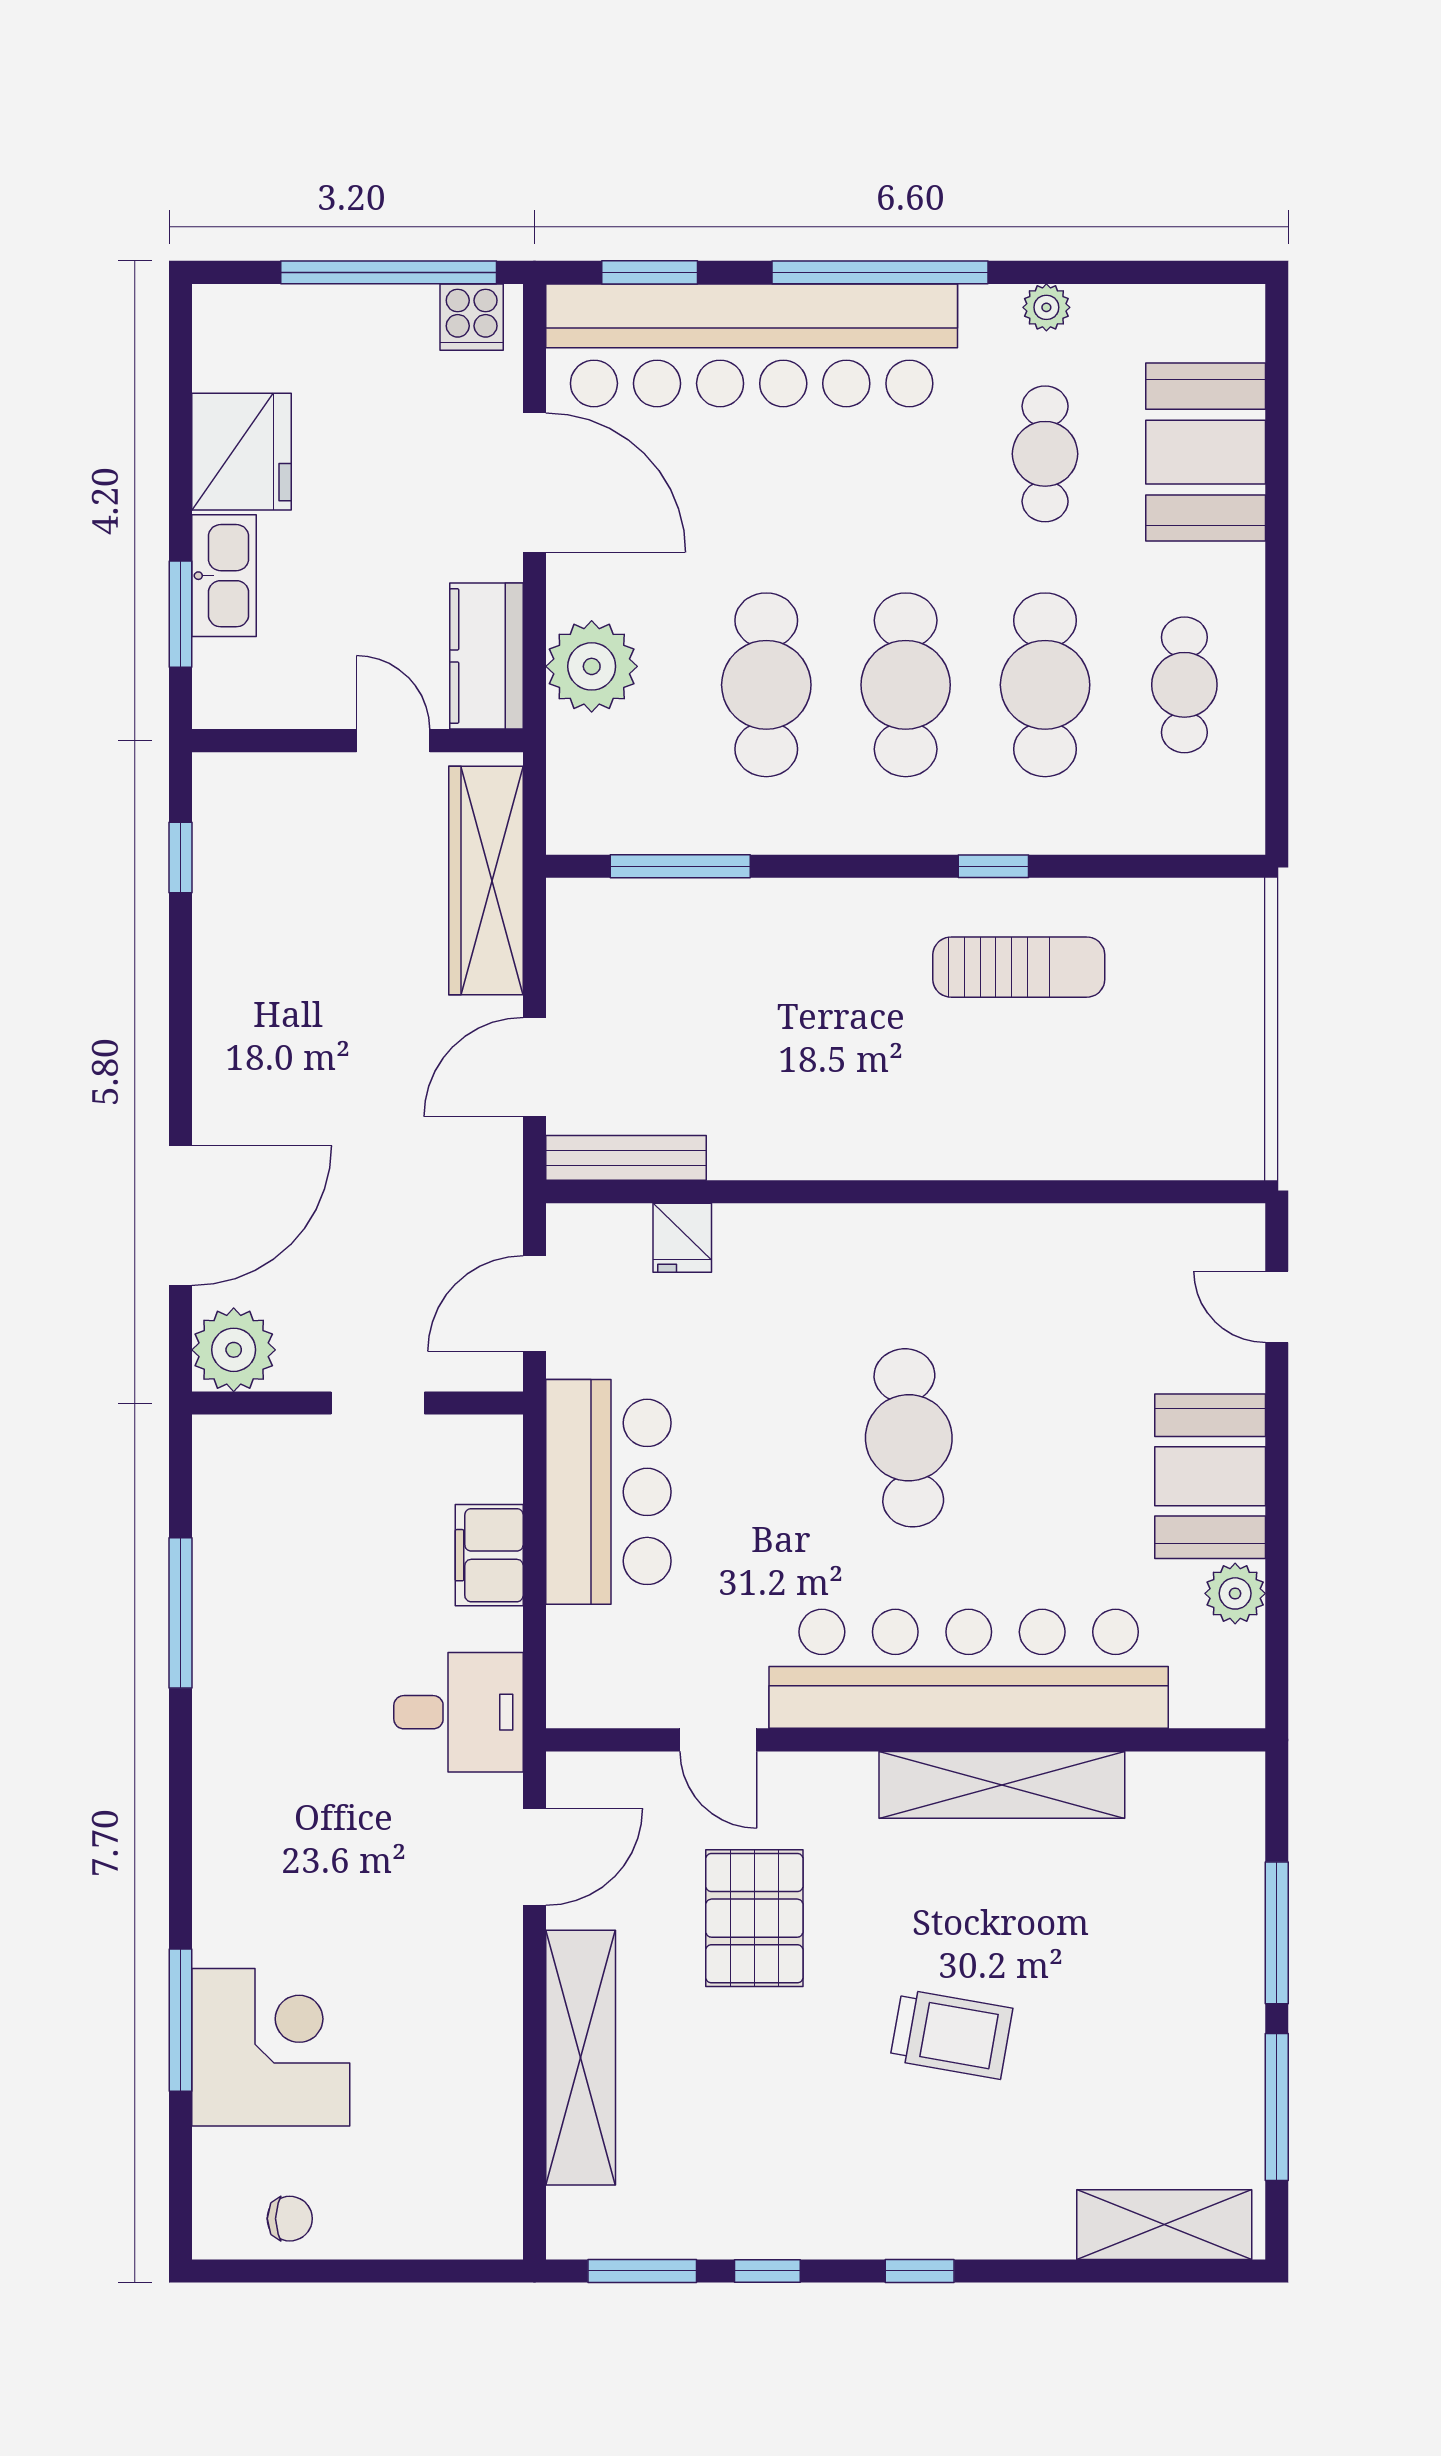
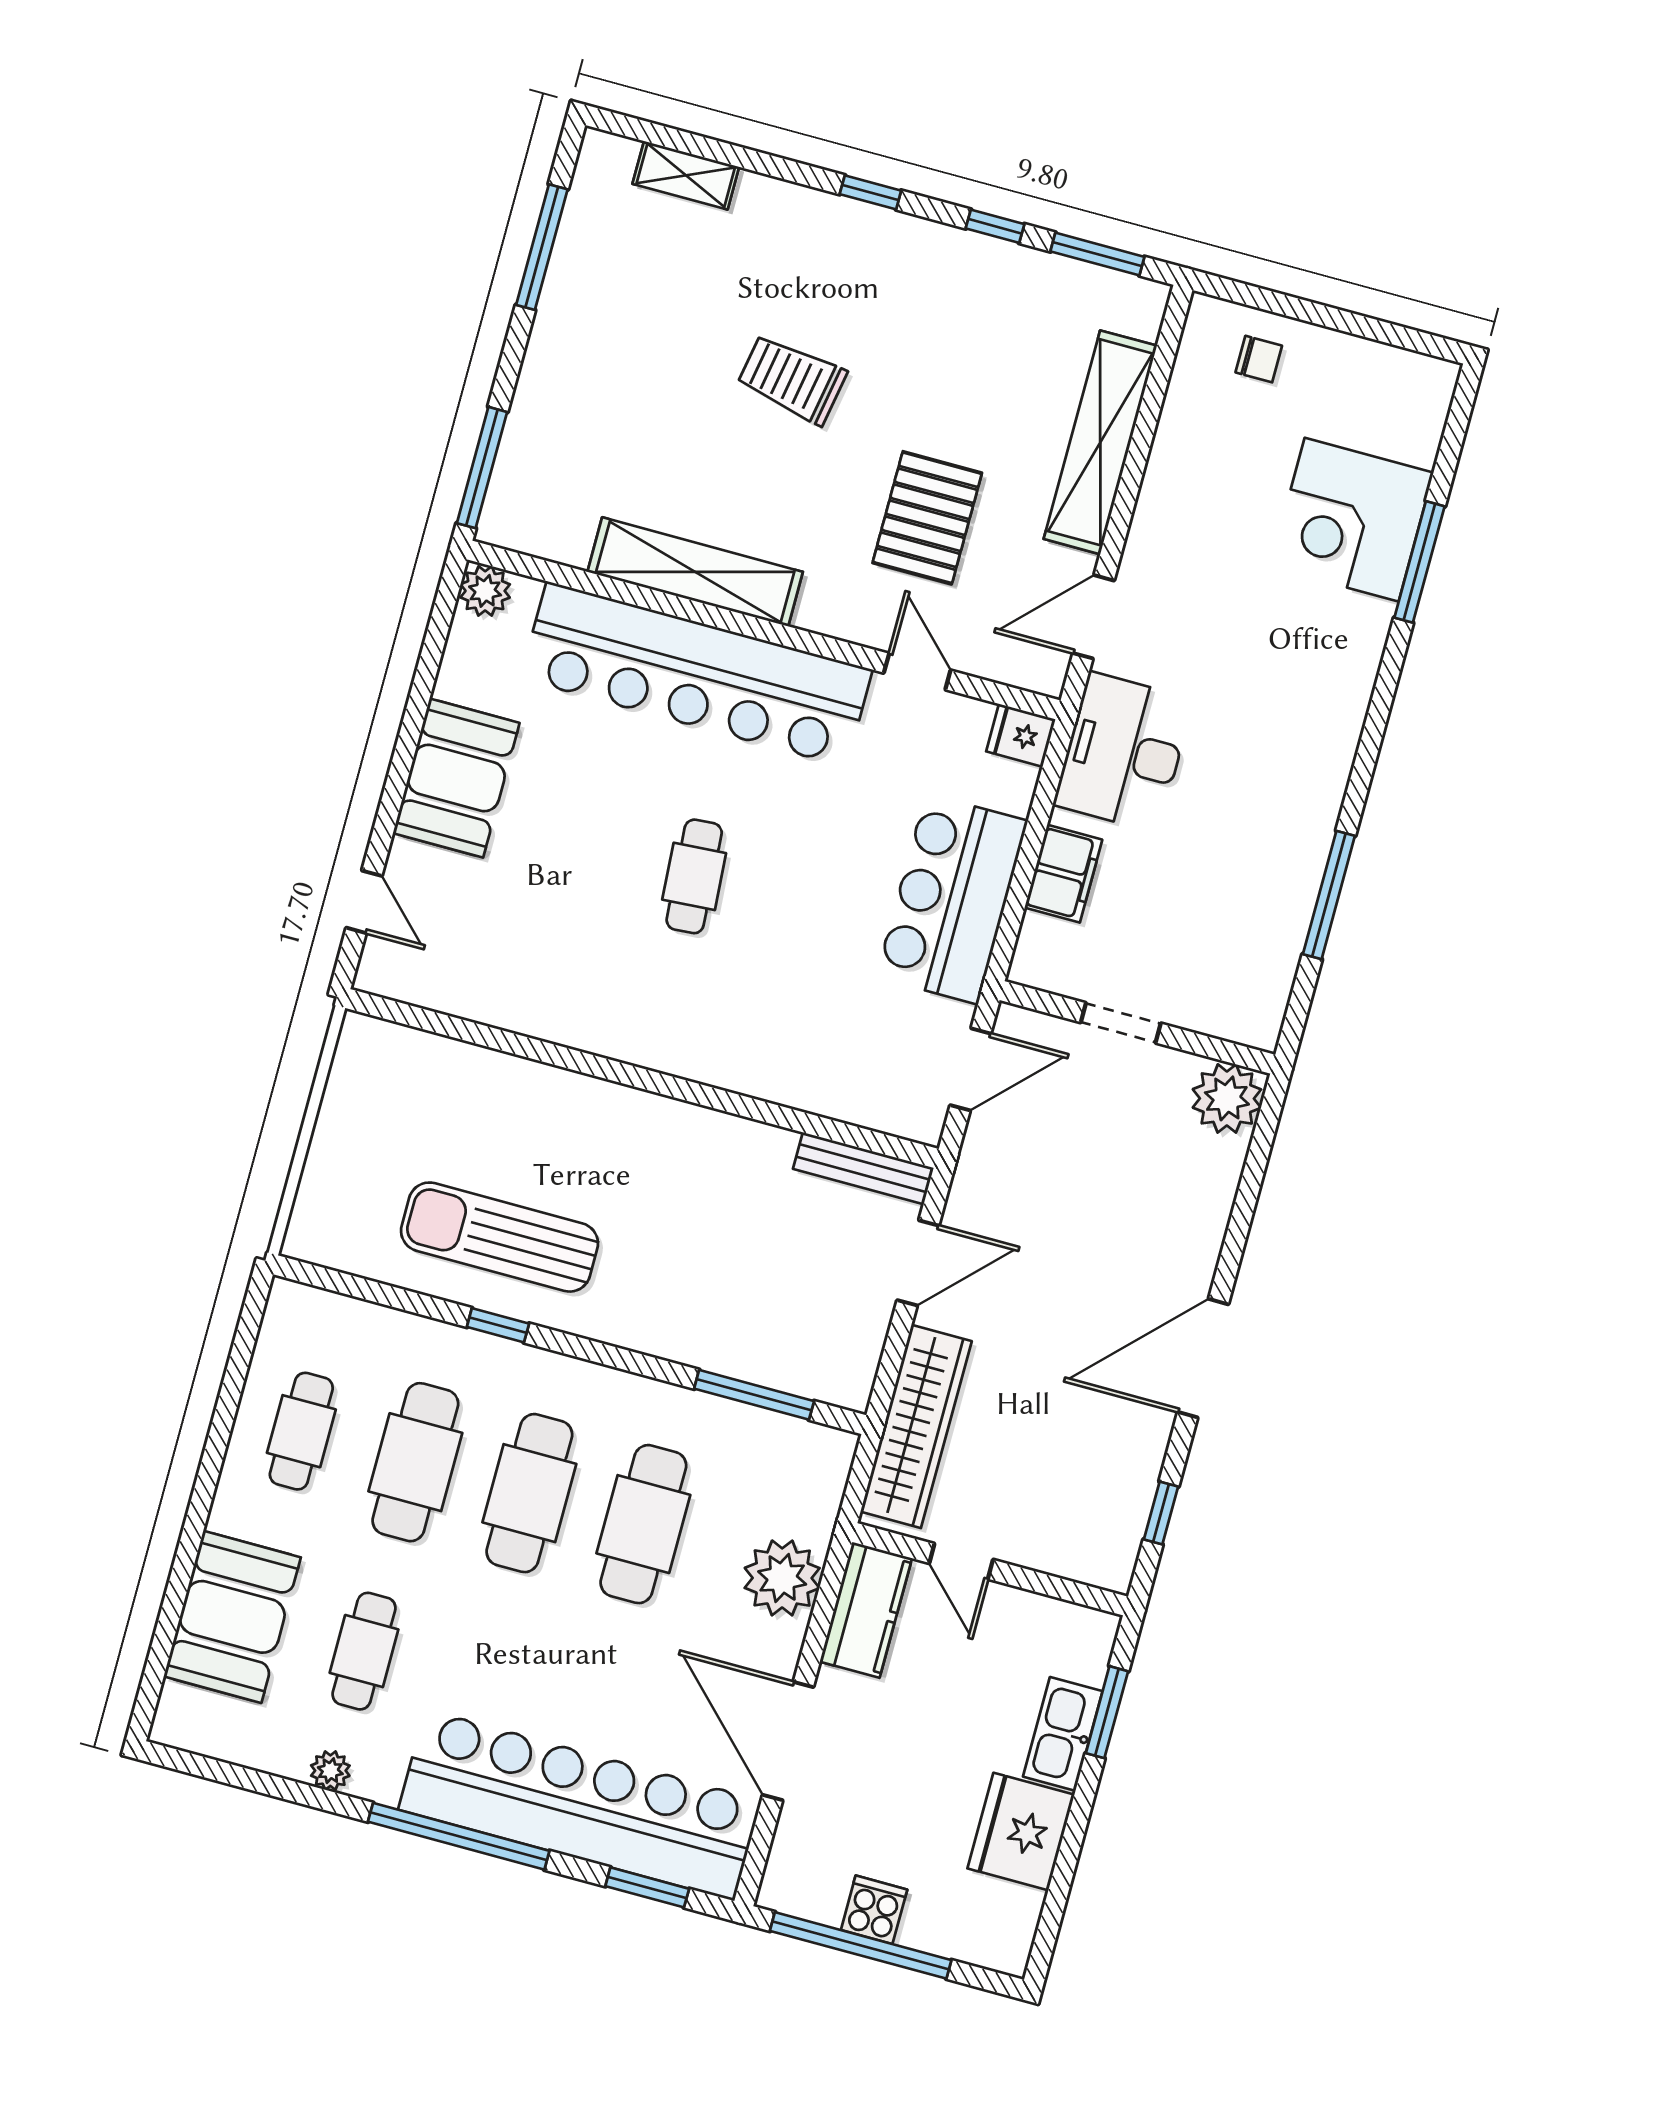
cooker: (472, 317) -> (874, 1910), moved
sun lounger: (1019, 967) -> (500, 1237), width x1.36, depth x1.34
door: (180, 1216) -> (1203, 1358), moved
fridge: (682, 1238) -> (1021, 735), moved, turned -90
cafe table: (909, 1438) -> (694, 876), width x0.73, depth x0.74
plant: (1235, 1593) -> (485, 591), moved
desk: (458, 1712) -> (1124, 752), width x1.37
window: (1277, 1933) -> (482, 468), moved
chair: (290, 2219) -> (1259, 359), moved, turned 180
shelving: (1164, 2225) -> (686, 175), width x0.67, depth x0.75

